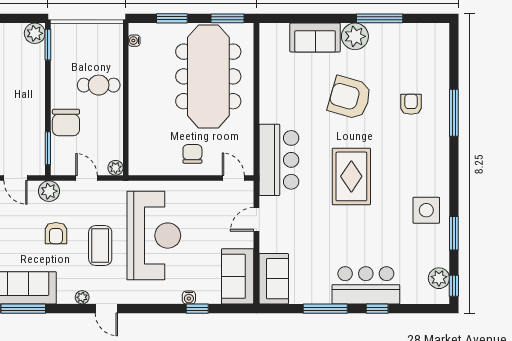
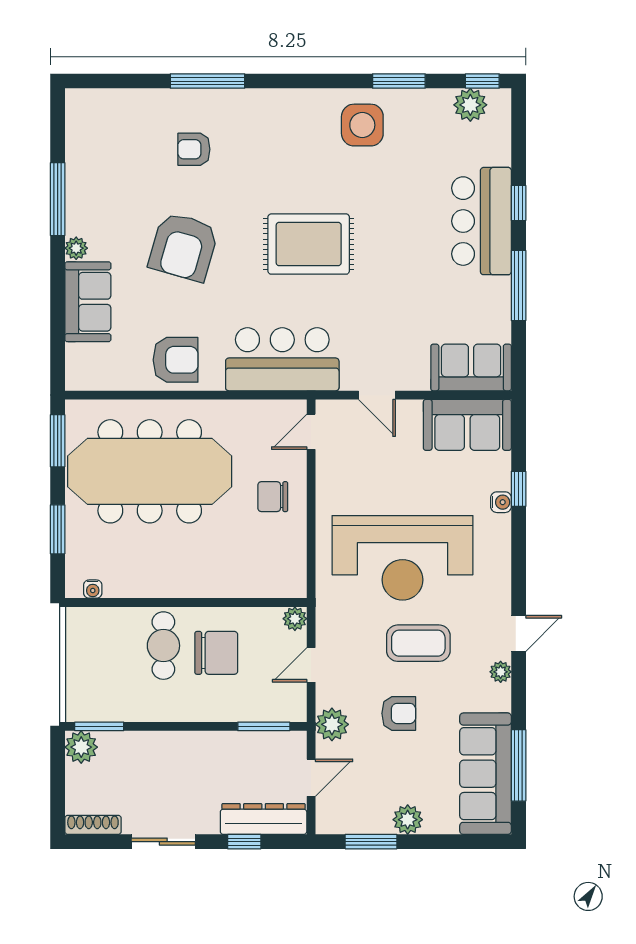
plant: (355, 36) -> (76, 248), width x0.53, depth x0.53
armchair: (278, 93) -> (176, 360), added
chair: (66, 123) -> (216, 653), moved
reception desk: (154, 236) -> (403, 558), turned 180

